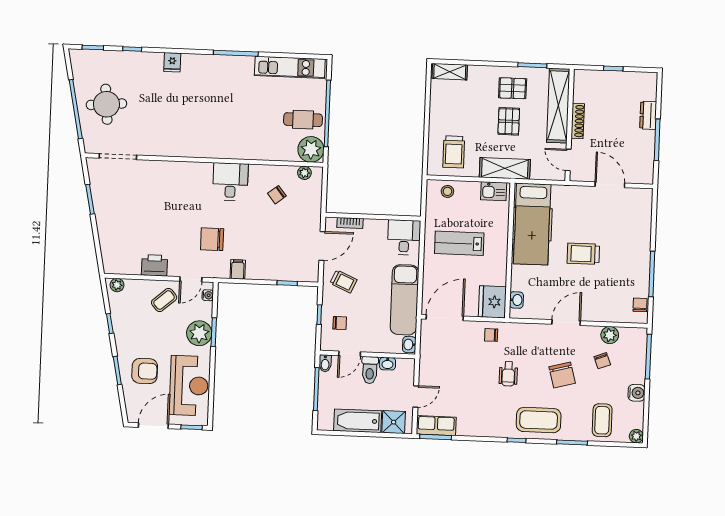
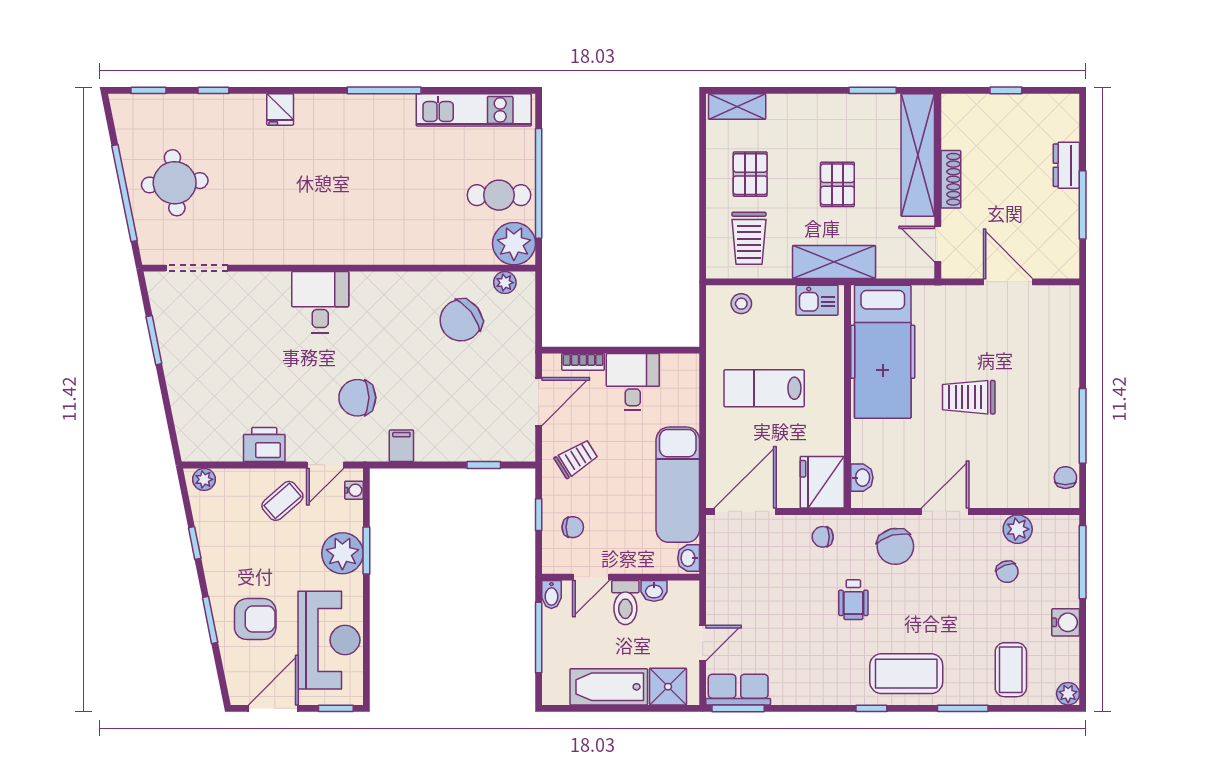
pallet: (513, 88) -> (750, 174), moved, turned 90
desk: (230, 182) -> (320, 302), moved
chair: (277, 195) -> (461, 320), width x1.87, depth x1.87
desk: (404, 237) -> (633, 382), moved
trolley: (343, 281) -> (576, 459), turned -56
chair: (562, 375) -> (895, 546), moved

